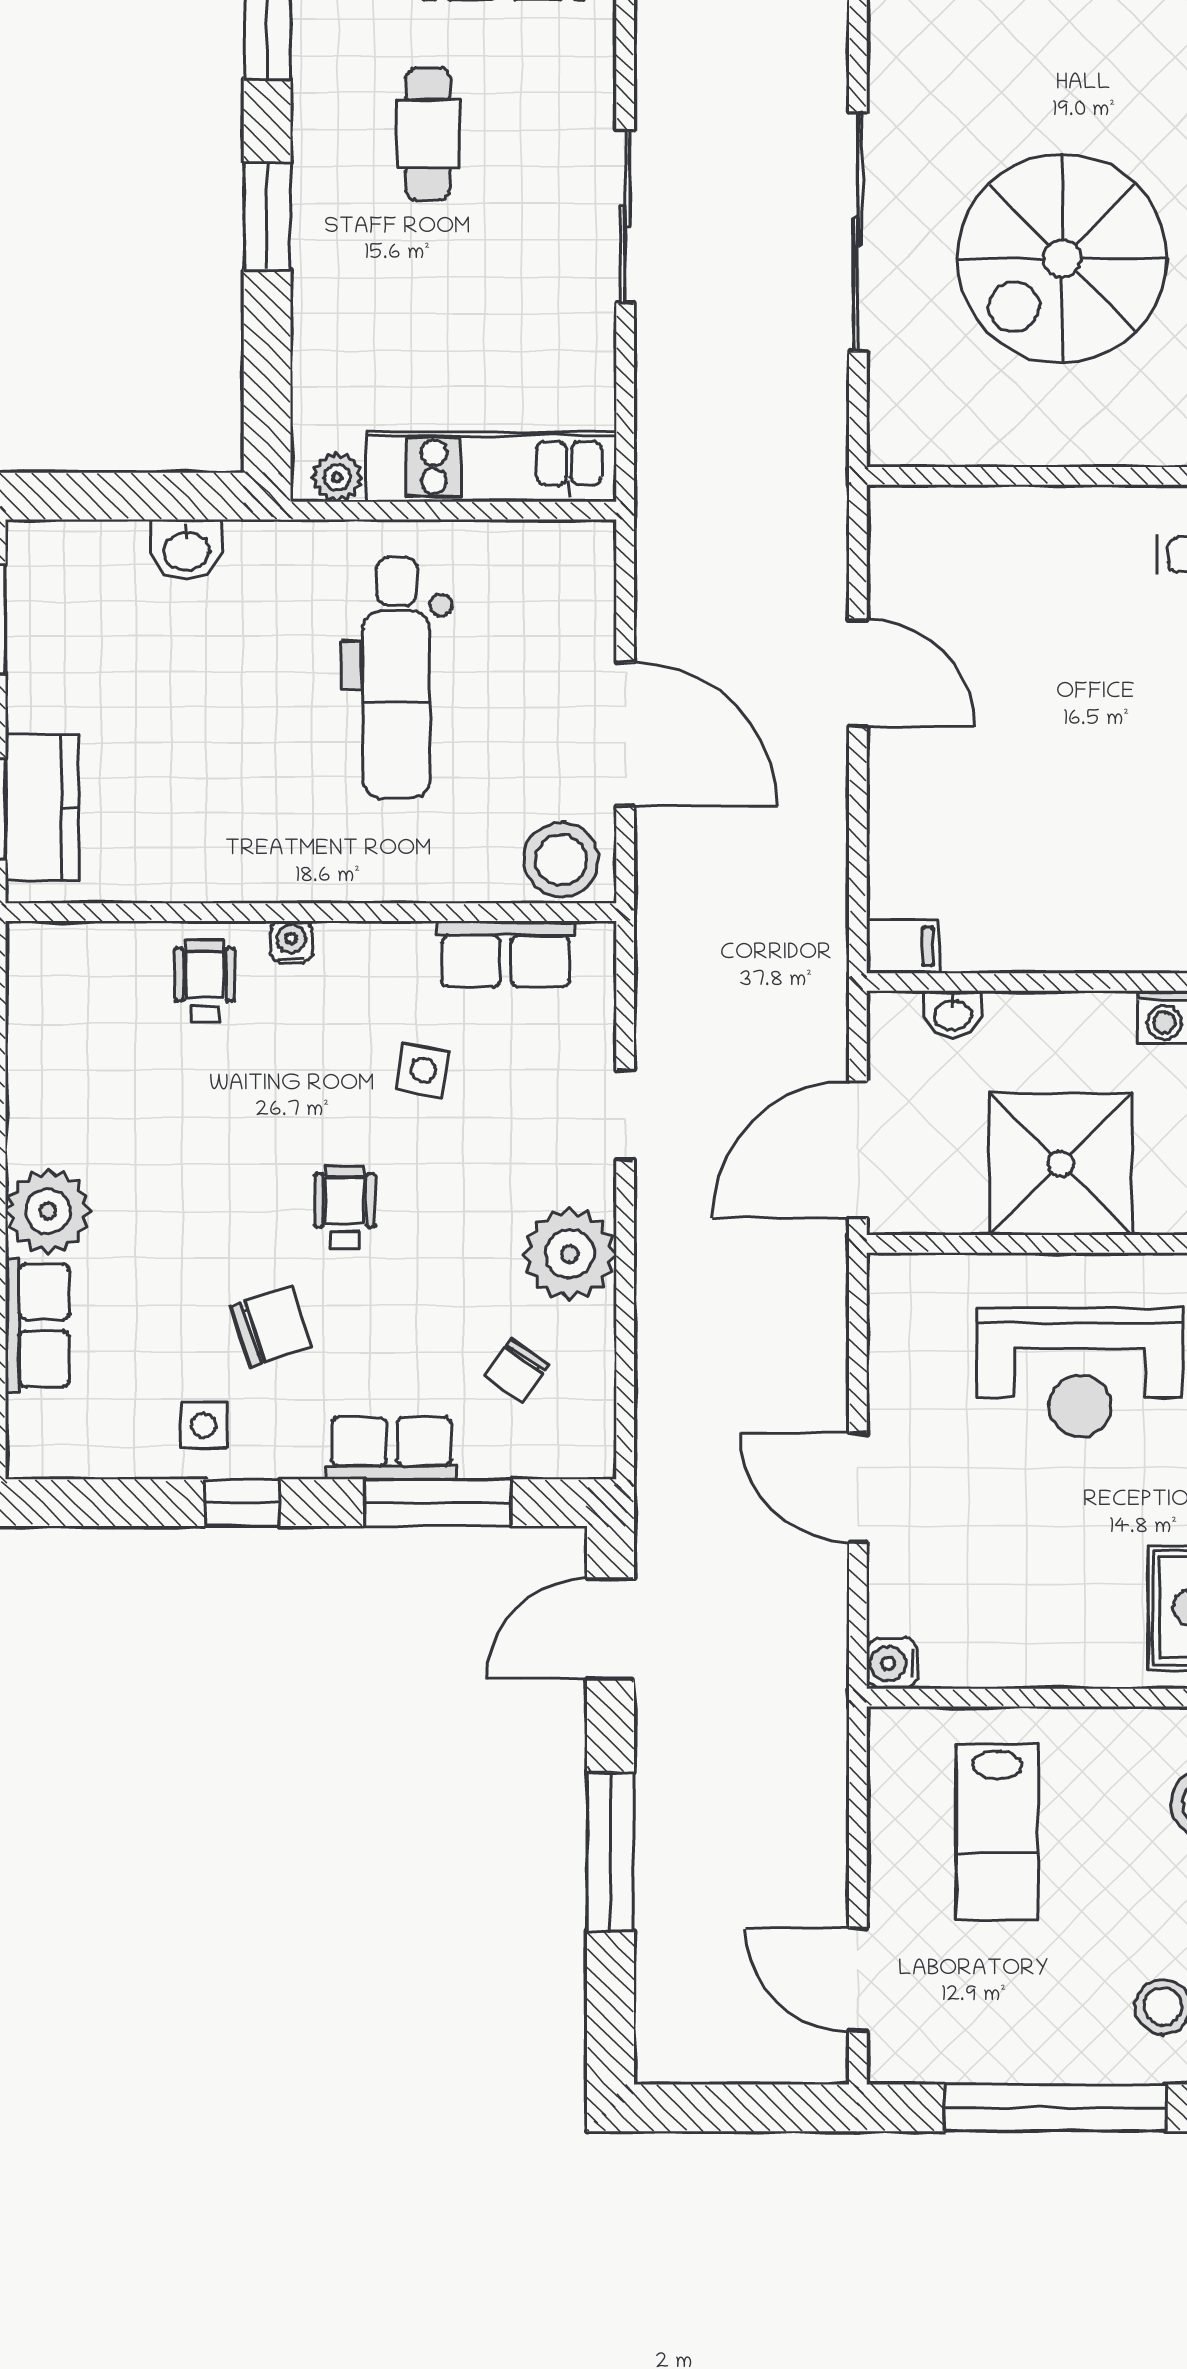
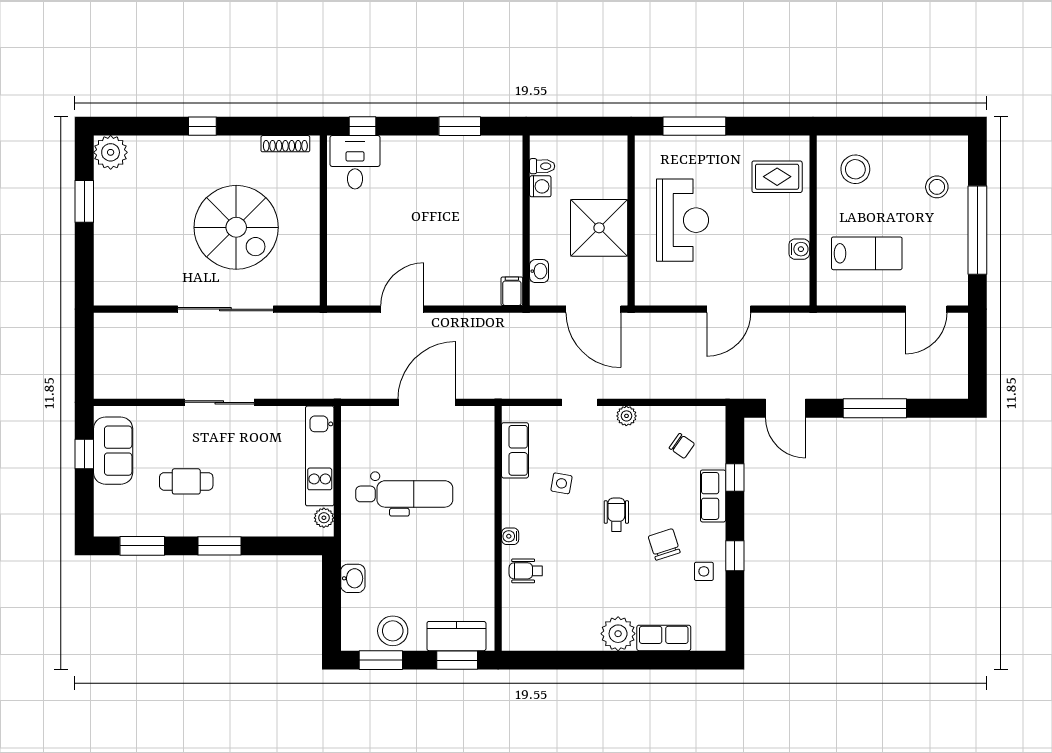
stool: (561, 860) -> (393, 631), moved
wheelchair: (345, 1207) -> (616, 515), turned 90
plant: (570, 1254) -> (626, 416), width x0.53, depth x0.53
window: (438, 1503) -> (735, 478), width x0.46
water cooler: (892, 1663) -> (799, 249), moved, turned -90

